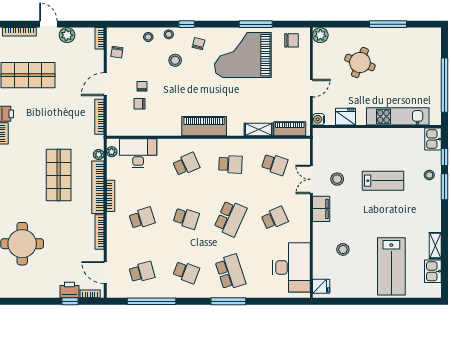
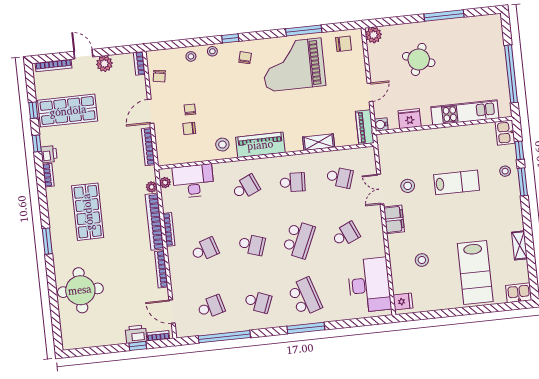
stool: (175, 60) -> (222, 145), moved
piano: (290, 129) -> (365, 127), moved, turned -90
shop shelf: (59, 175) -> (88, 212), moved
kitchen sink: (433, 271) -> (519, 293), moved, turned 90

